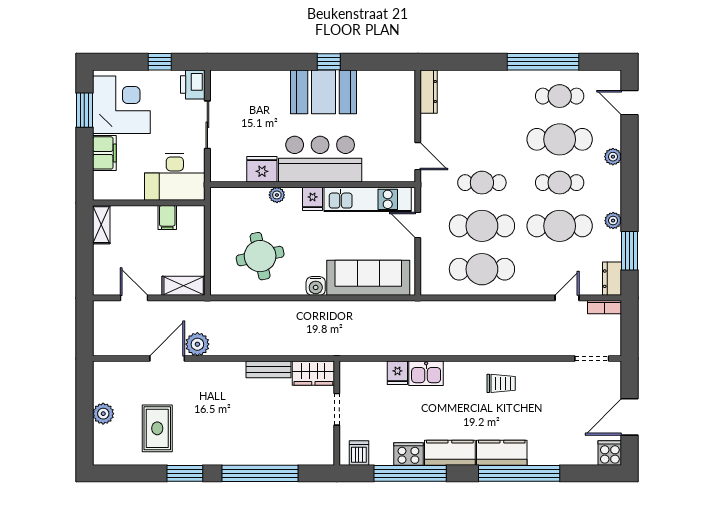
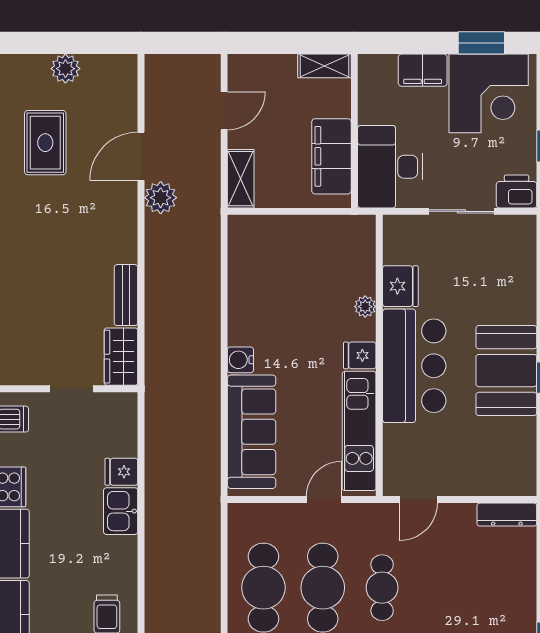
filing cabinet: (167, 217) -> (331, 156), width x3.00, depth x1.17
round table: (260, 256) -> (281, 284), removed
door: (167, 359) -> (141, 156), swing flipped
rug: (157, 428) -> (45, 143), turned 90

